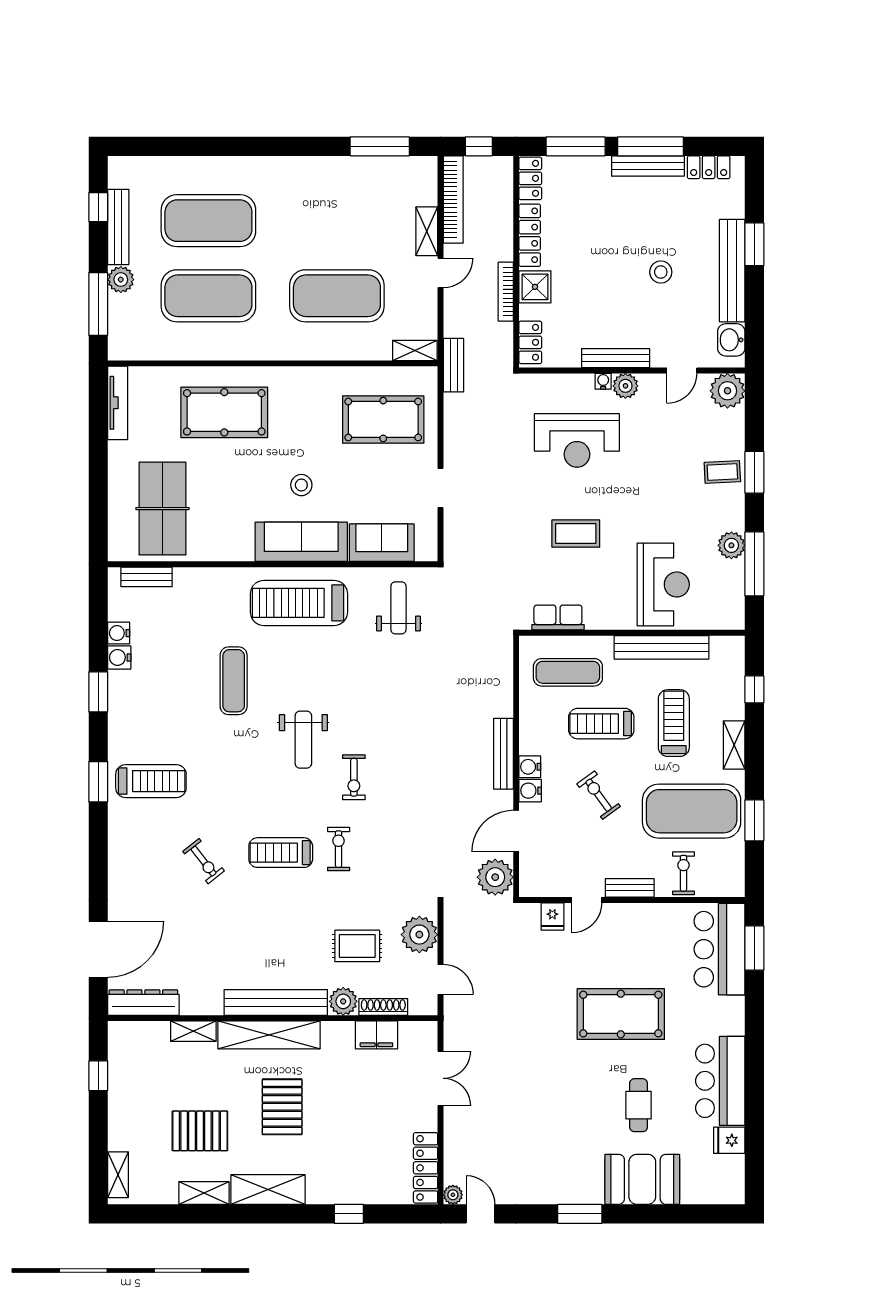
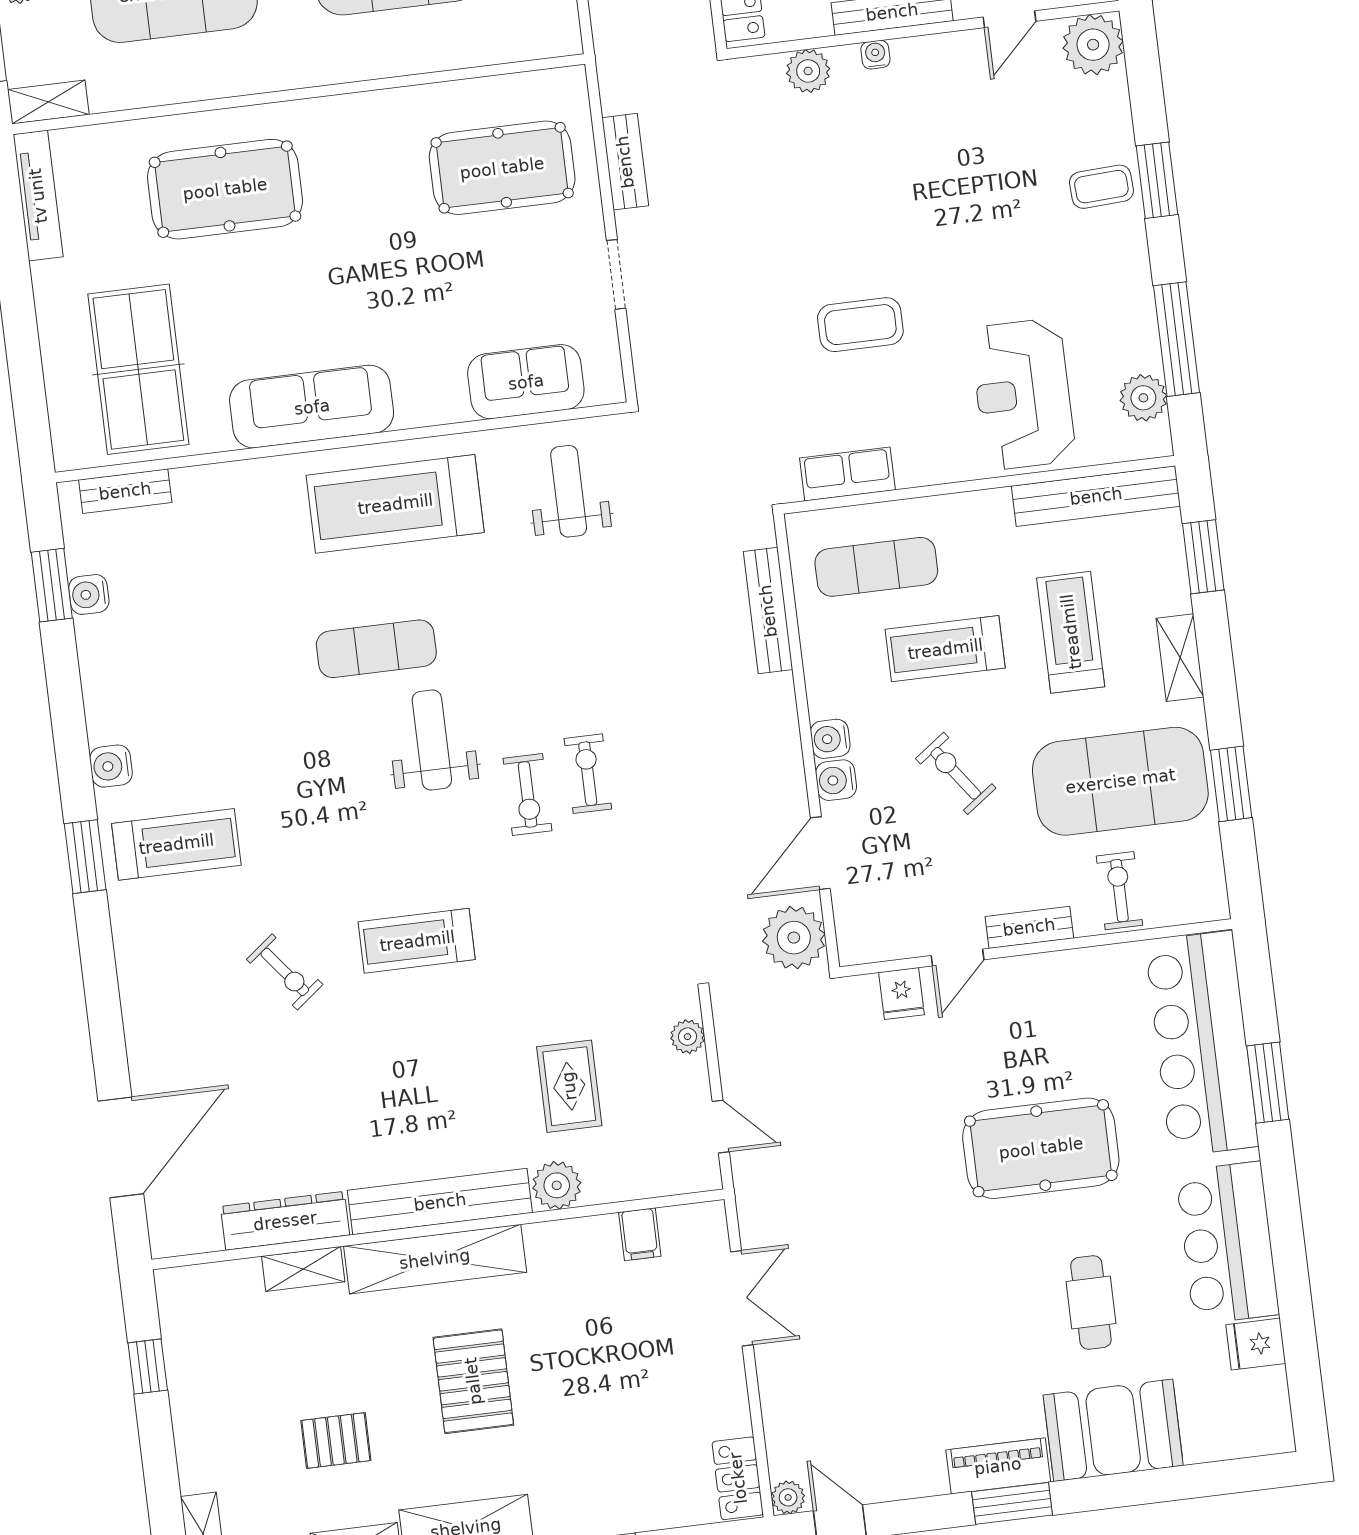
shelving: (415, 351) -> (48, 102), moved
bench: (454, 365) -> (625, 162), moved
plant: (625, 386) -> (808, 71), moved
reception desk: (577, 440) -> (843, 163), removed
stool: (301, 485) -> (374, 299), removed
sofa: (301, 542) -> (312, 407), moved
plant: (731, 545) -> (1143, 398), moved
reception desk: (663, 584) -> (1023, 394), turned 180
bench: (662, 647) -> (1096, 496), moved
water cooler: (119, 657) -> (111, 766), moved
exercise mat: (234, 681) -> (376, 649), moved, turned 90
window: (754, 689) -> (1203, 557), width x1.50
window: (98, 692) -> (52, 585), moved
weight bench: (303, 740) -> (432, 740), turned 180
bench: (503, 754) -> (768, 611), moved
exercise bike: (339, 849) -> (588, 774), moved
plant: (419, 935) -> (688, 1037), width x0.53, depth x0.53
rug: (357, 946) -> (569, 1086), turned 90
window: (754, 948) -> (1268, 1083), moved
bar counter: (719, 949) -> (1202, 1044), width x1.36
dresser: (143, 1003) -> (285, 1221), moved
shoe rack: (383, 1007) -> (627, 1187), removed
filing cabinet: (376, 1035) -> (640, 1234), width x0.50
pallet: (200, 1131) -> (336, 1440), width x0.67, depth x0.71
locker: (426, 1168) -> (738, 1478), width x0.66
piano: (575, 1192) -> (998, 1466), added

